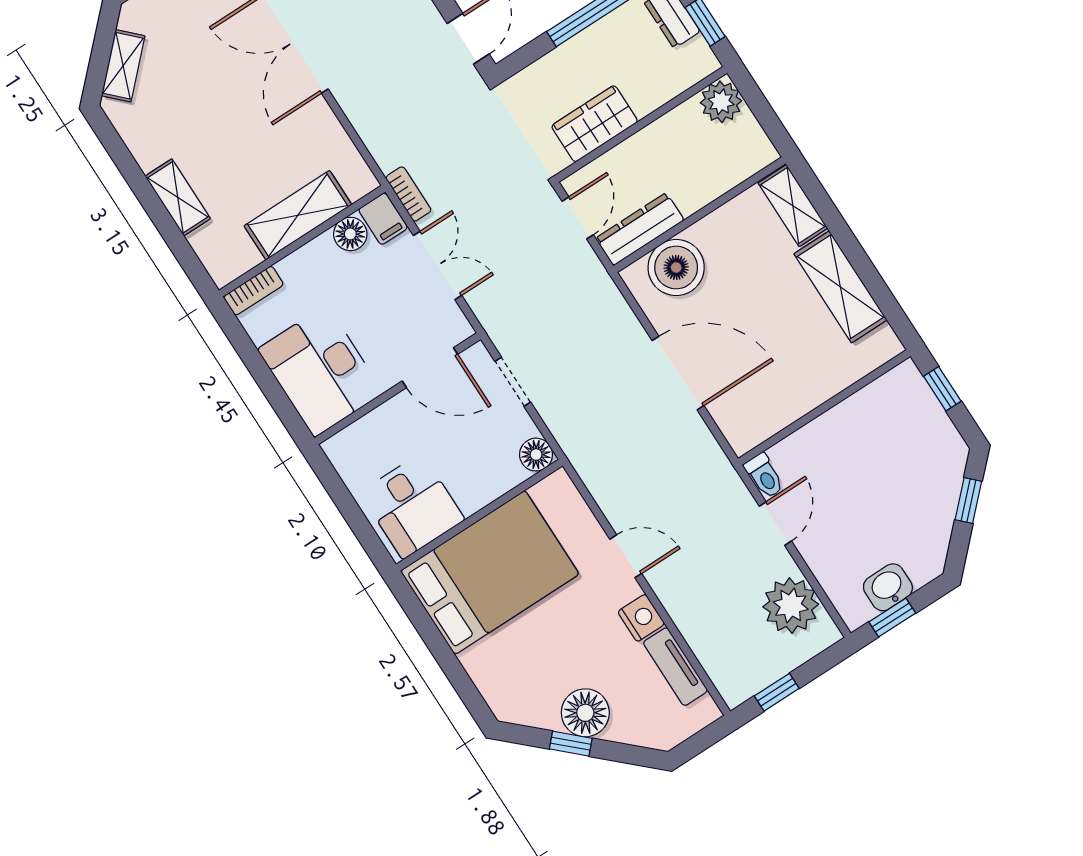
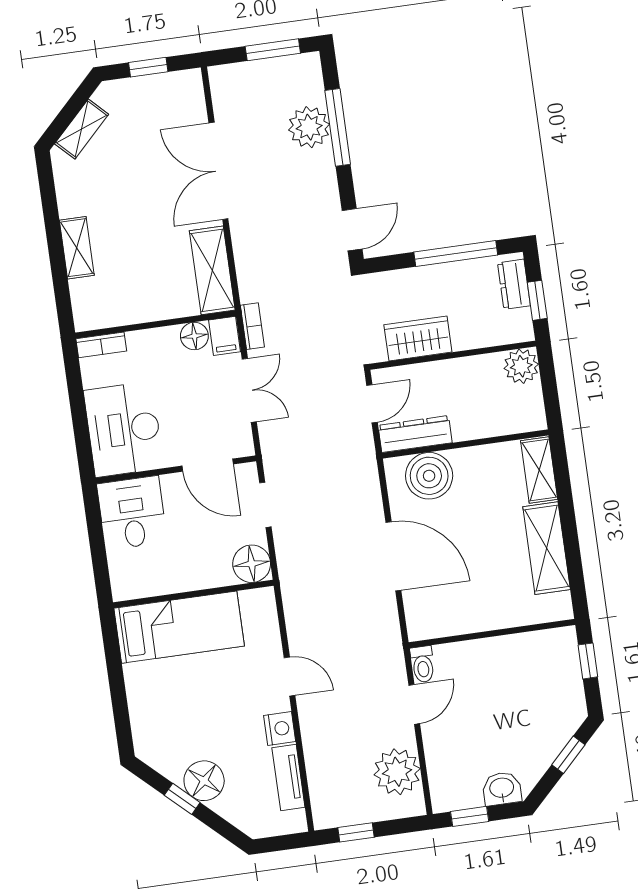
shelving: (298, 215) -> (212, 270), moved, turned 90
floor lamp: (536, 455) -> (252, 564), width x1.38, depth x1.38
desk: (412, 506) -> (132, 513), moved, turned 180
bed: (490, 572) -> (179, 627), width x0.67
washbasin: (888, 587) -> (502, 789), moved

